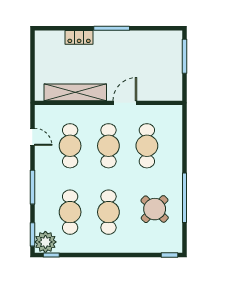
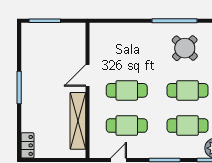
locker: (79, 37) -> (27, 145), moved
door: (125, 103) -> (88, 75), hinge flipped
cafe table: (147, 146) -> (127, 55), removed

